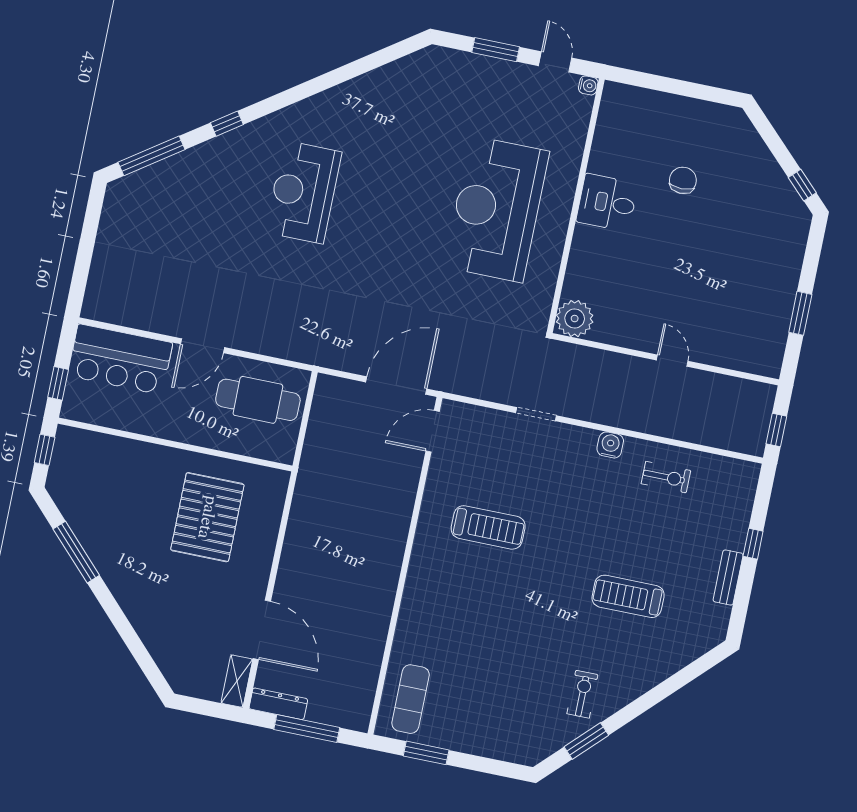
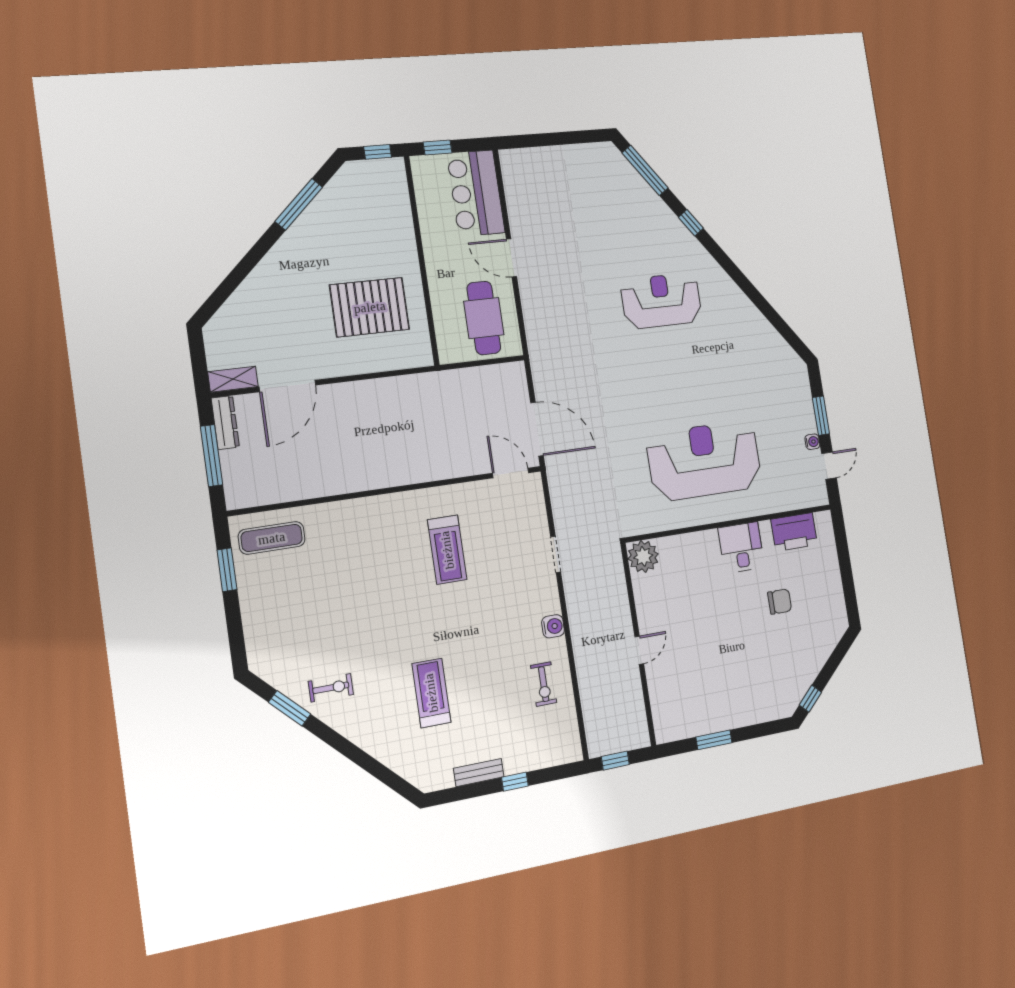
water cooler: (588, 85) -> (812, 442), moved, turned -90
printer: (613, 133) -> (794, 532), added

